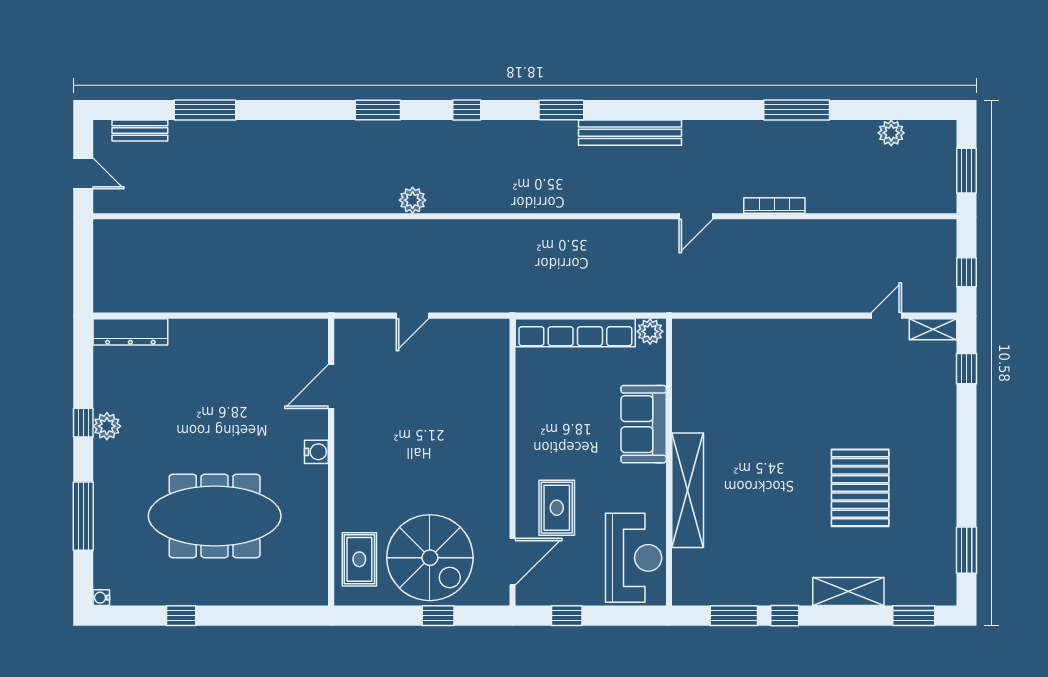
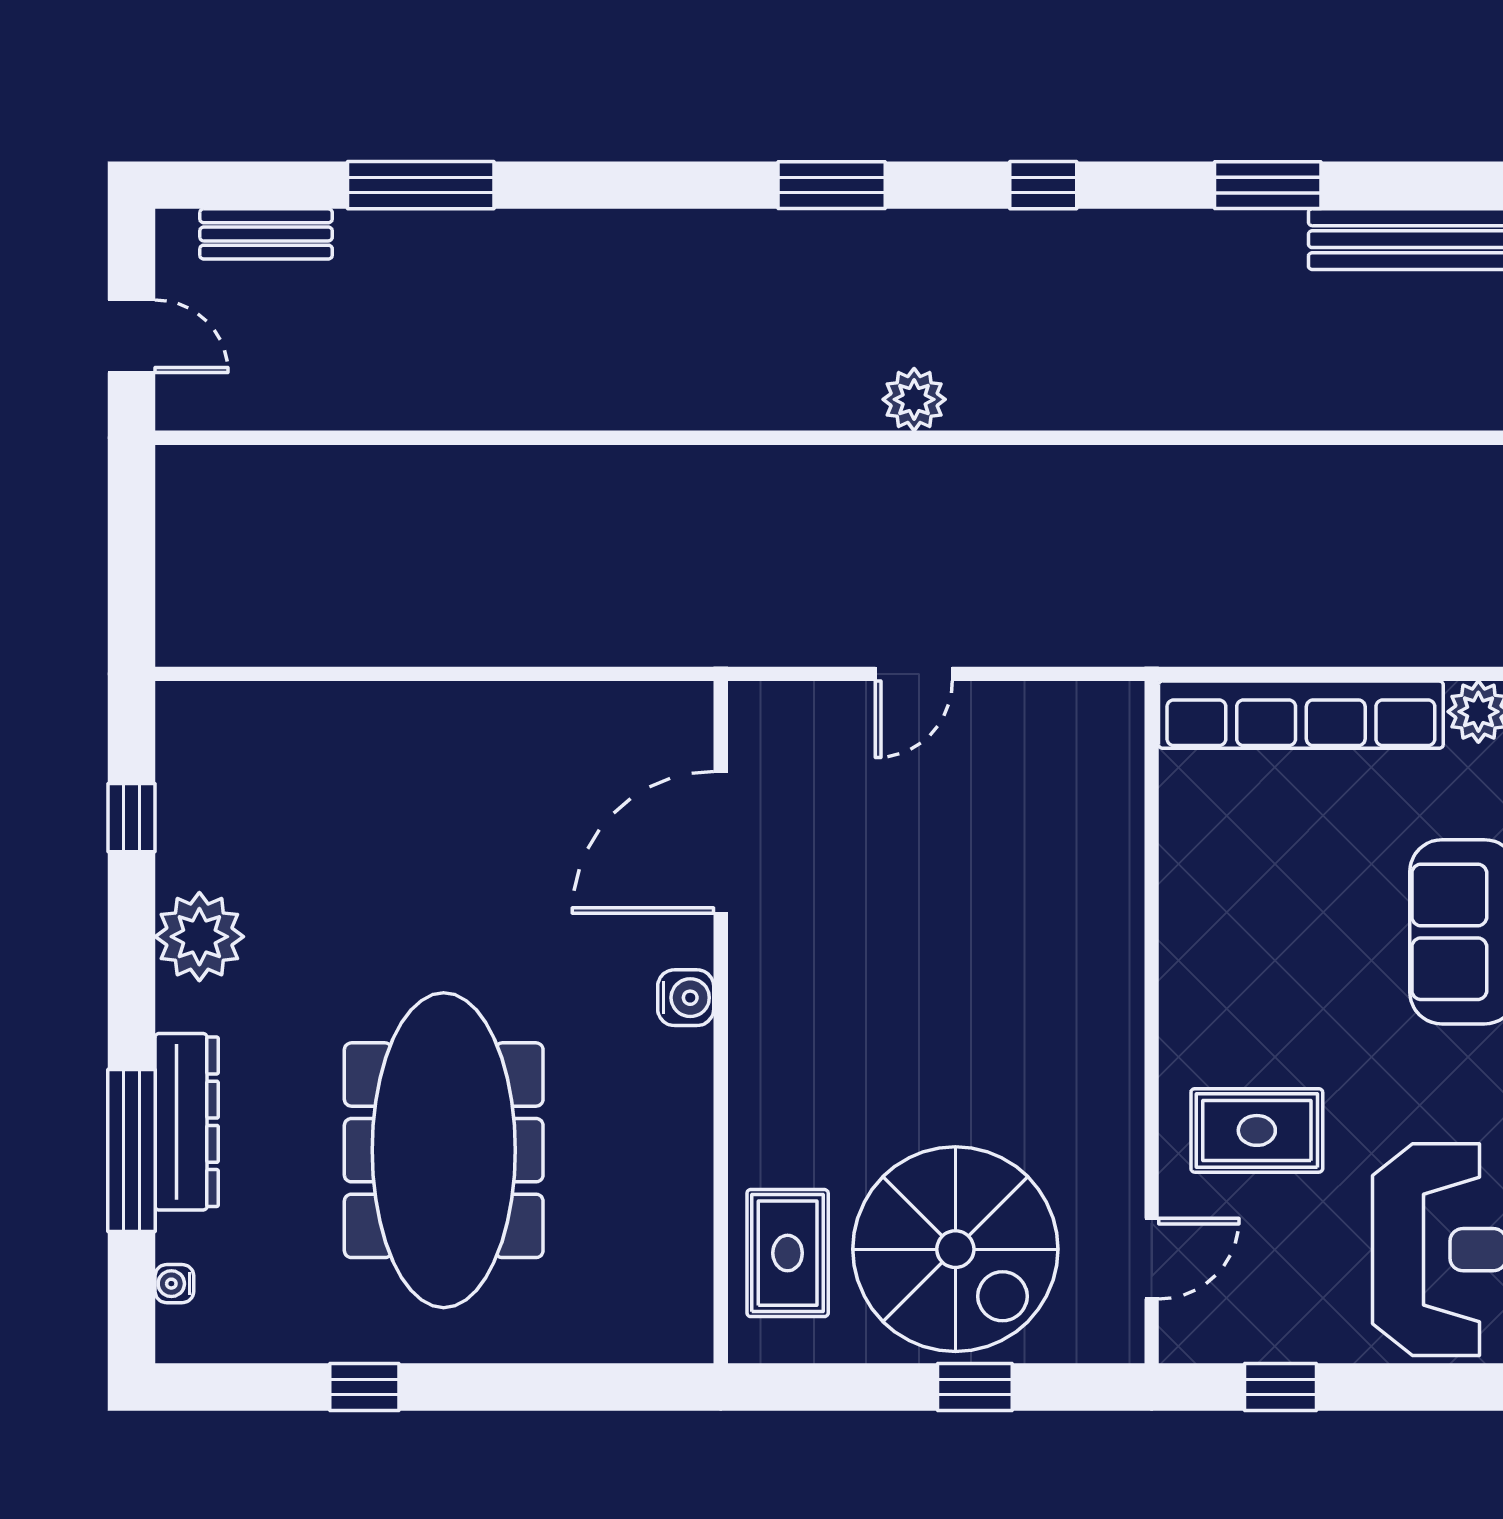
dresser: (130, 332) -> (187, 1122), moved, turned -90
door: (331, 386) -> (721, 842), width x1.36
window: (83, 423) -> (132, 818), moved
plant: (107, 426) -> (199, 937), width x1.36, depth x1.36
rug: (557, 508) -> (1257, 1130), turned 90
meeting table: (215, 516) -> (444, 1150), turned 90
door: (512, 562) -> (1152, 1259), width x0.73
water cooler: (101, 598) -> (174, 1284), moved

